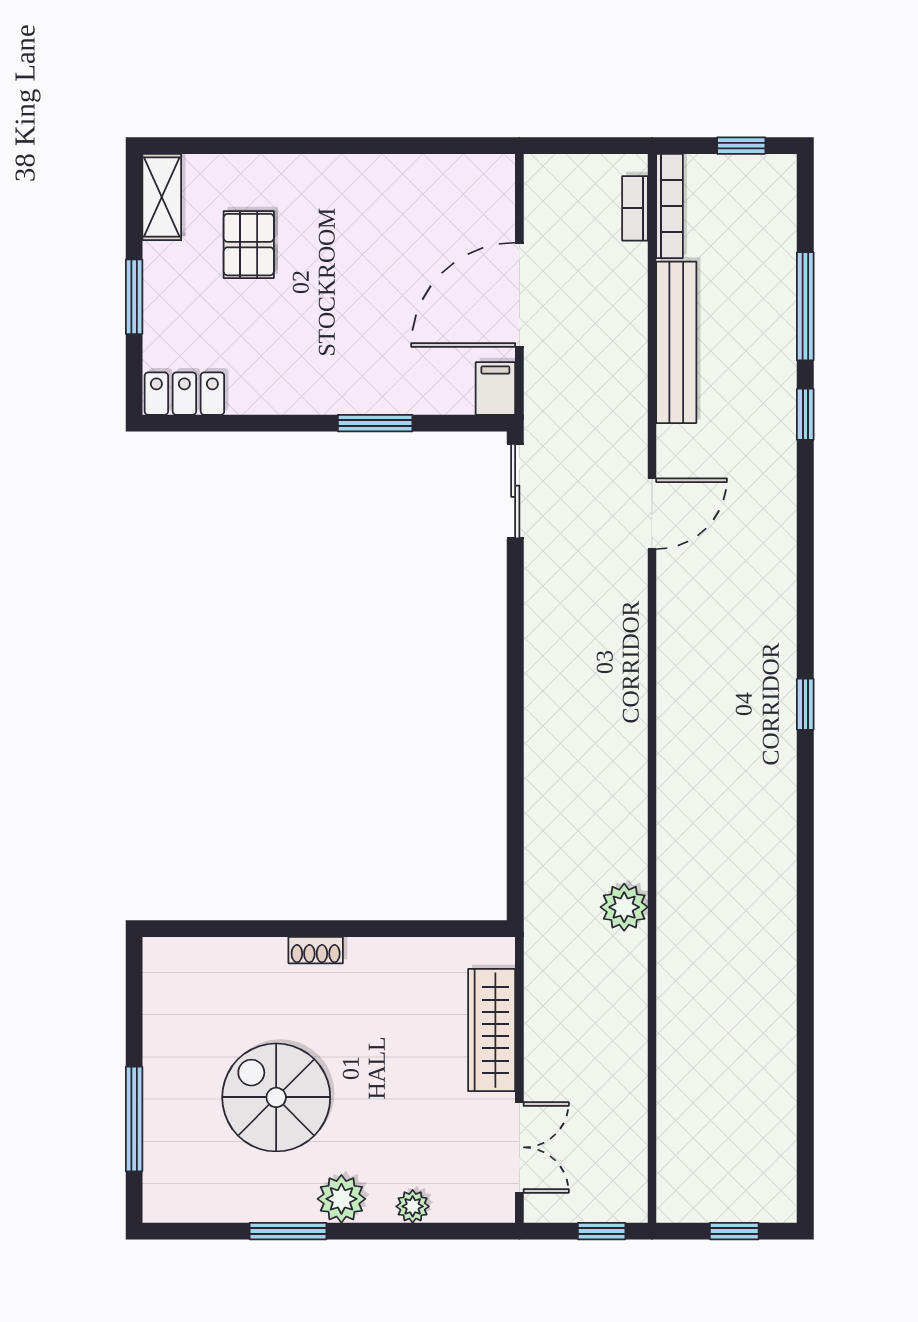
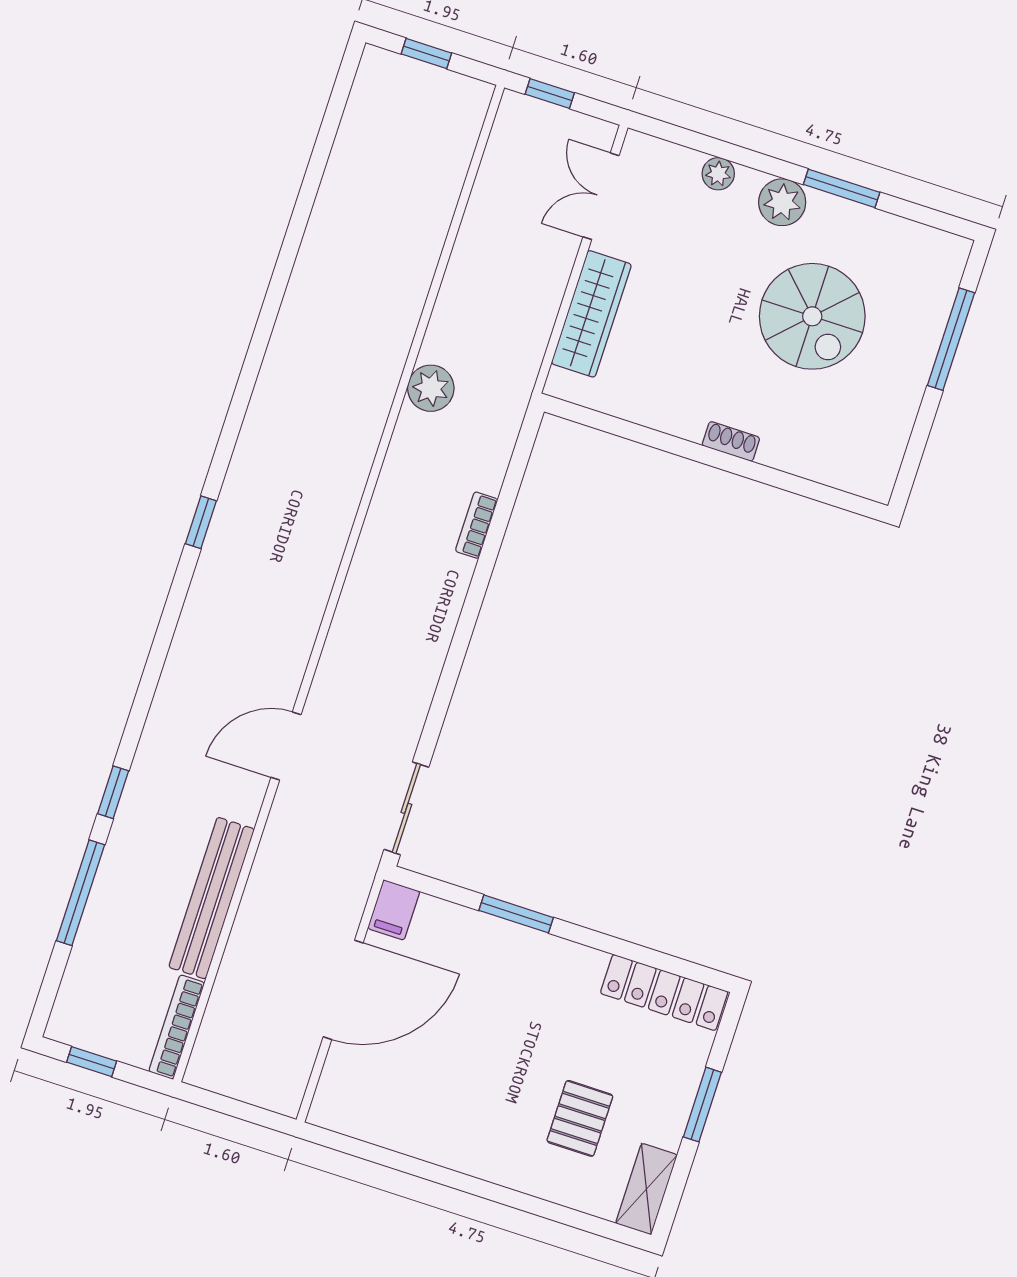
bookcase: (635, 208) -> (477, 525), moved, turned 180
locker: (184, 394) -> (664, 992), width x1.53

